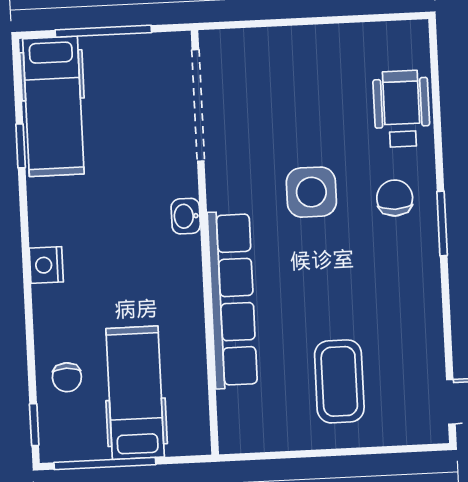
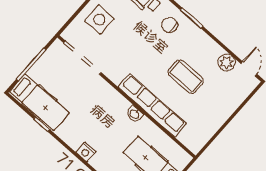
side table: (311, 192) -> (99, 20), moved
washbasin: (186, 216) -> (135, 114), moved
plant: (425, 354) -> (227, 62), added
coffee table: (339, 381) -> (186, 77), moved

